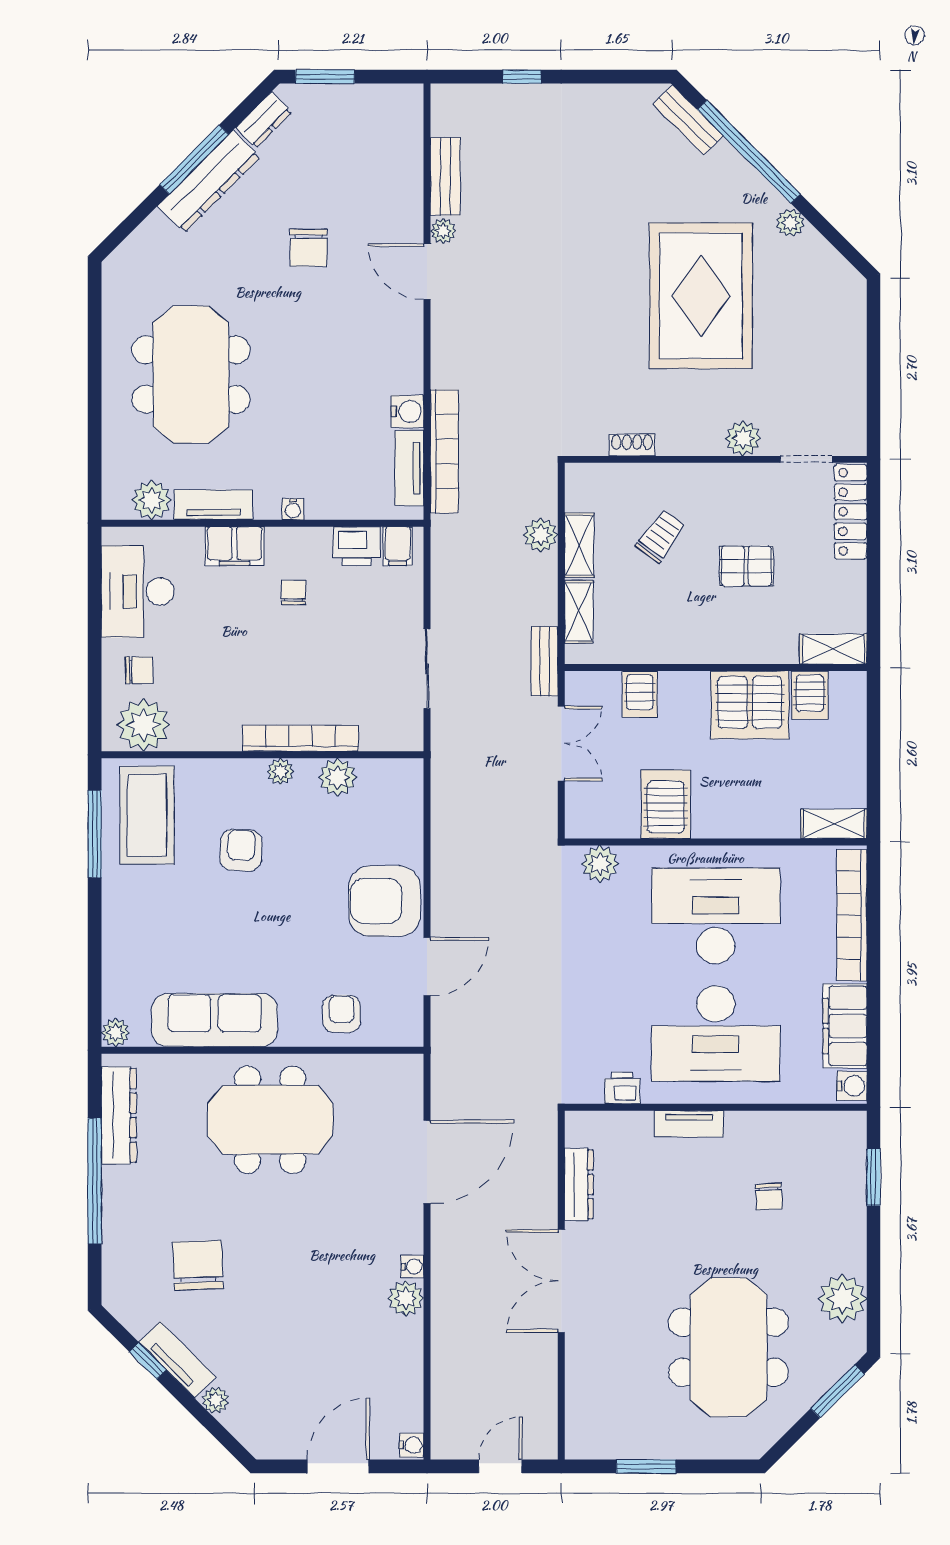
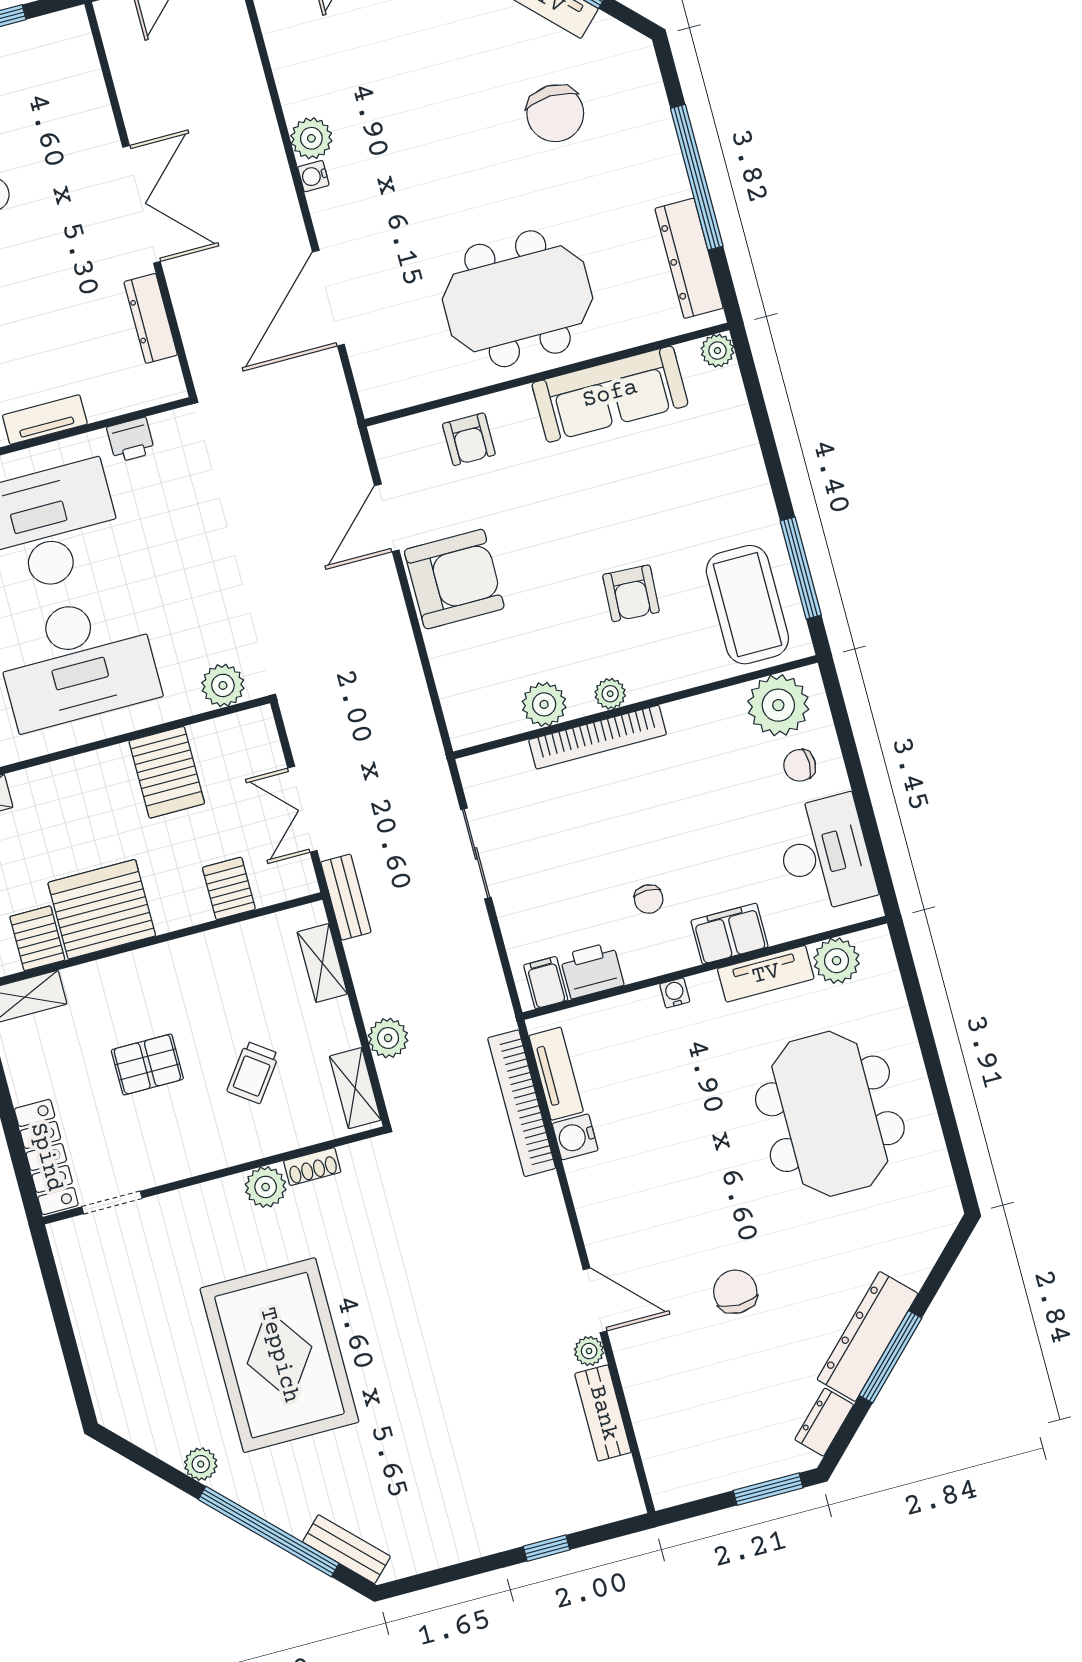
plant: (743, 438) -> (266, 1187), moved
shelving: (579, 545) -> (355, 1088), moved

